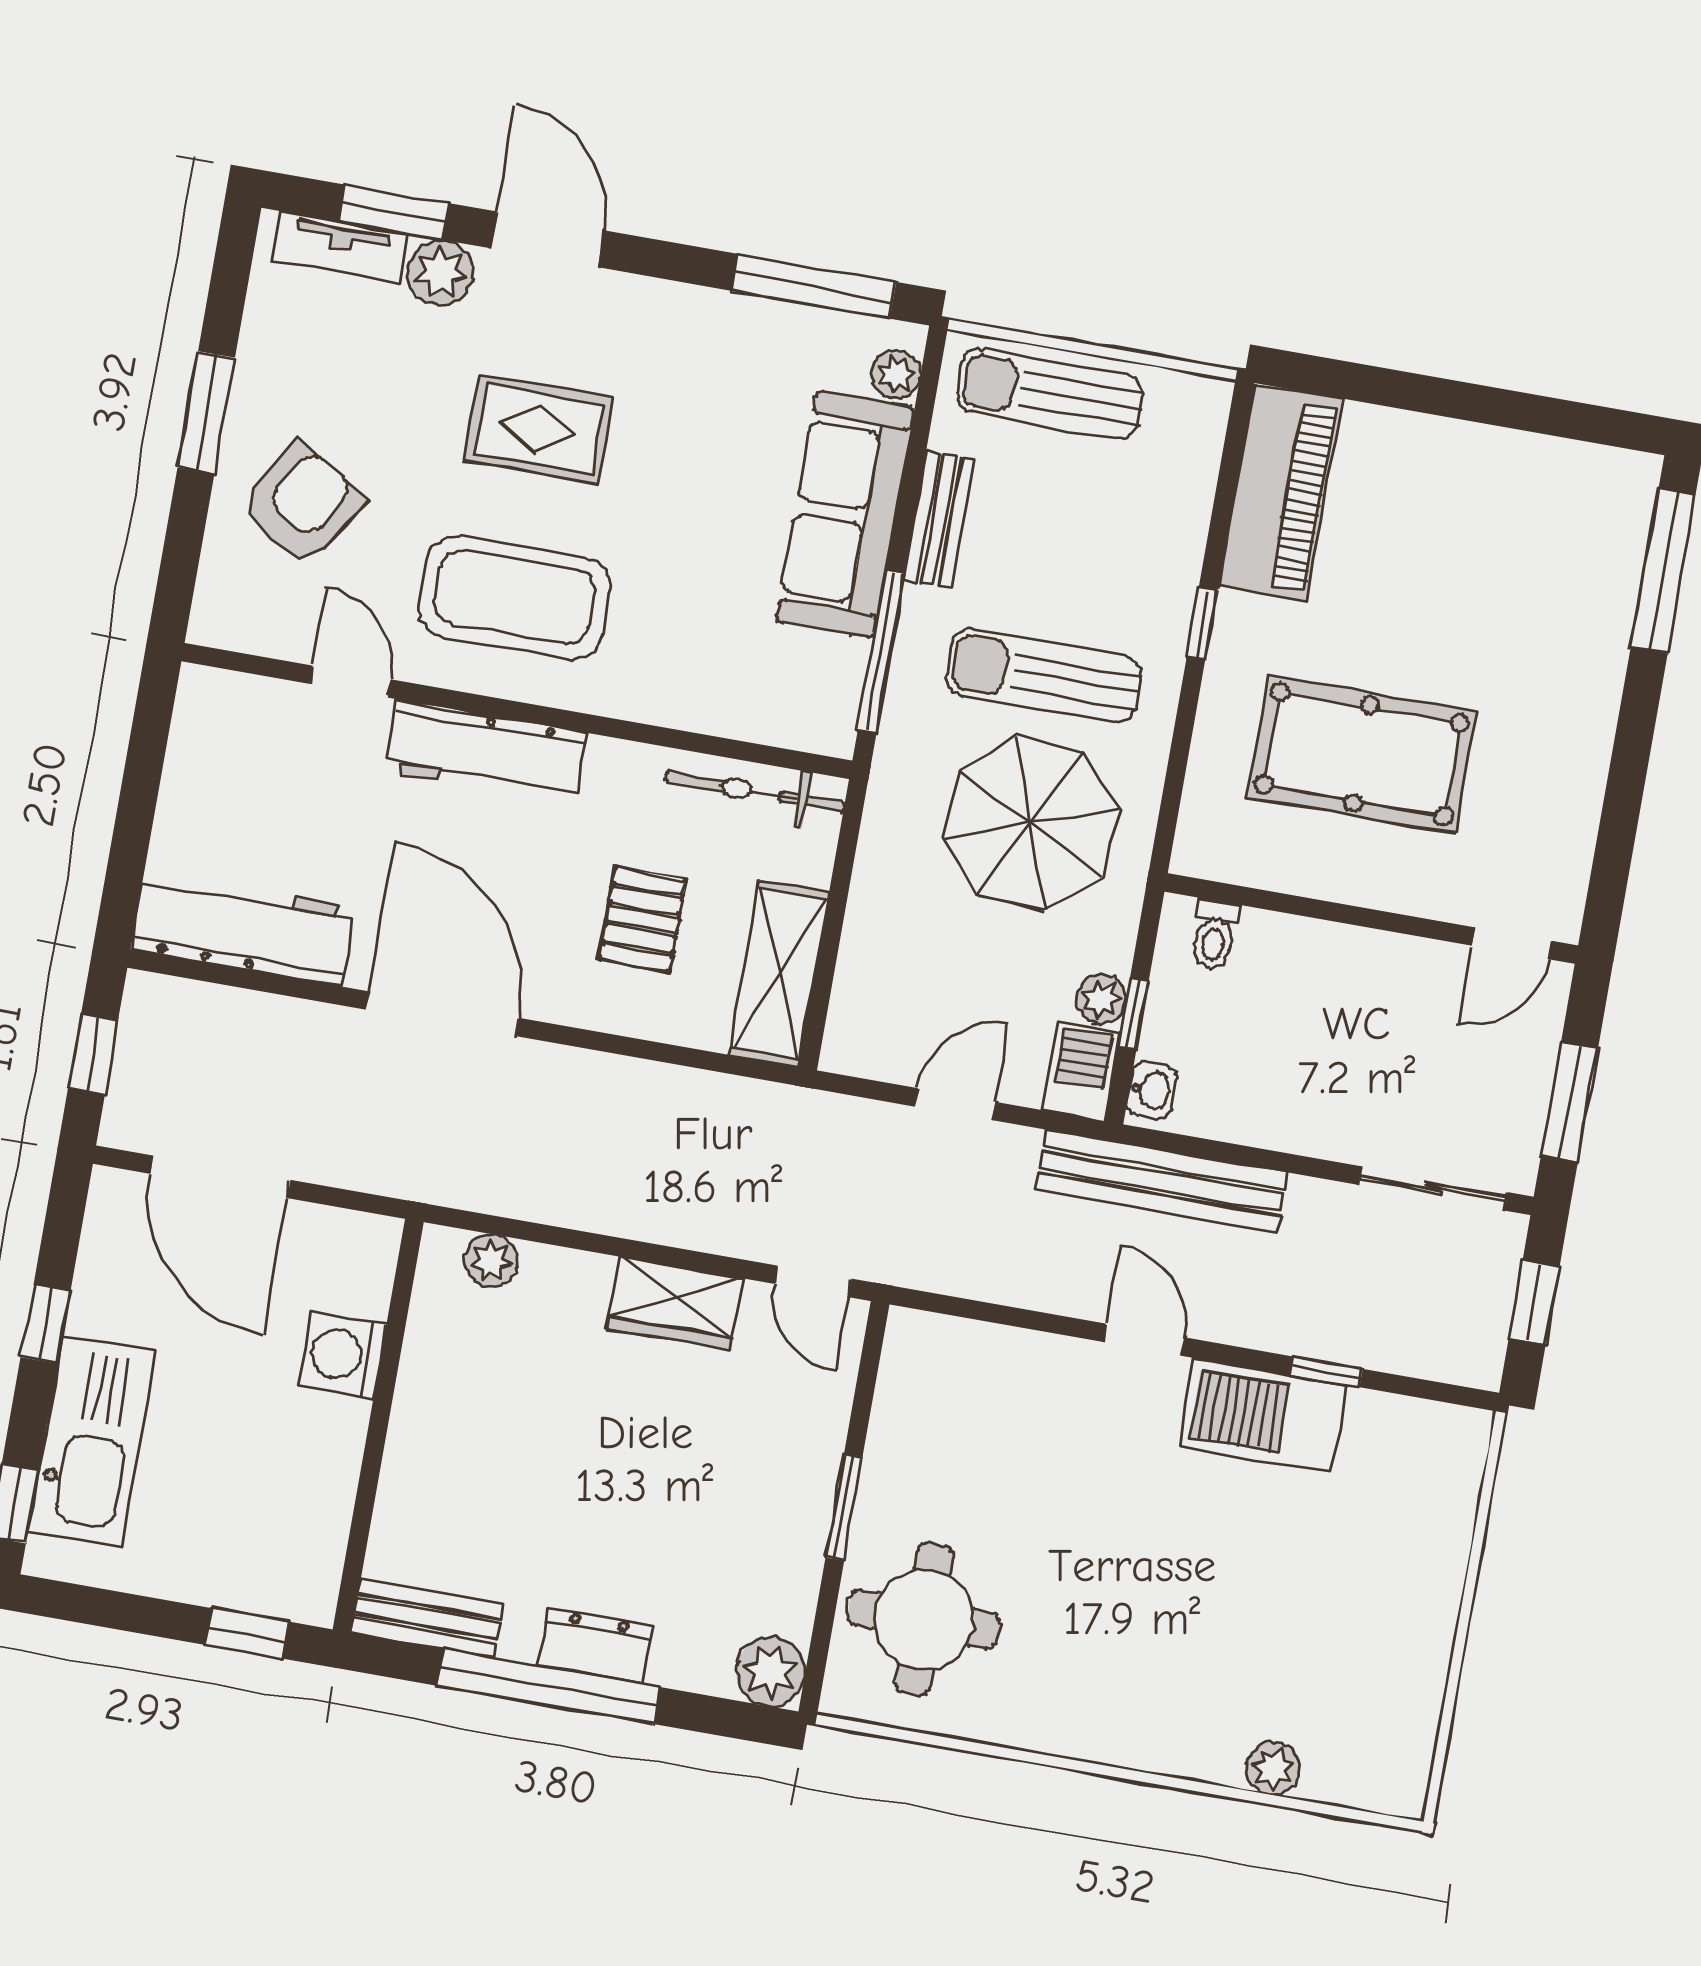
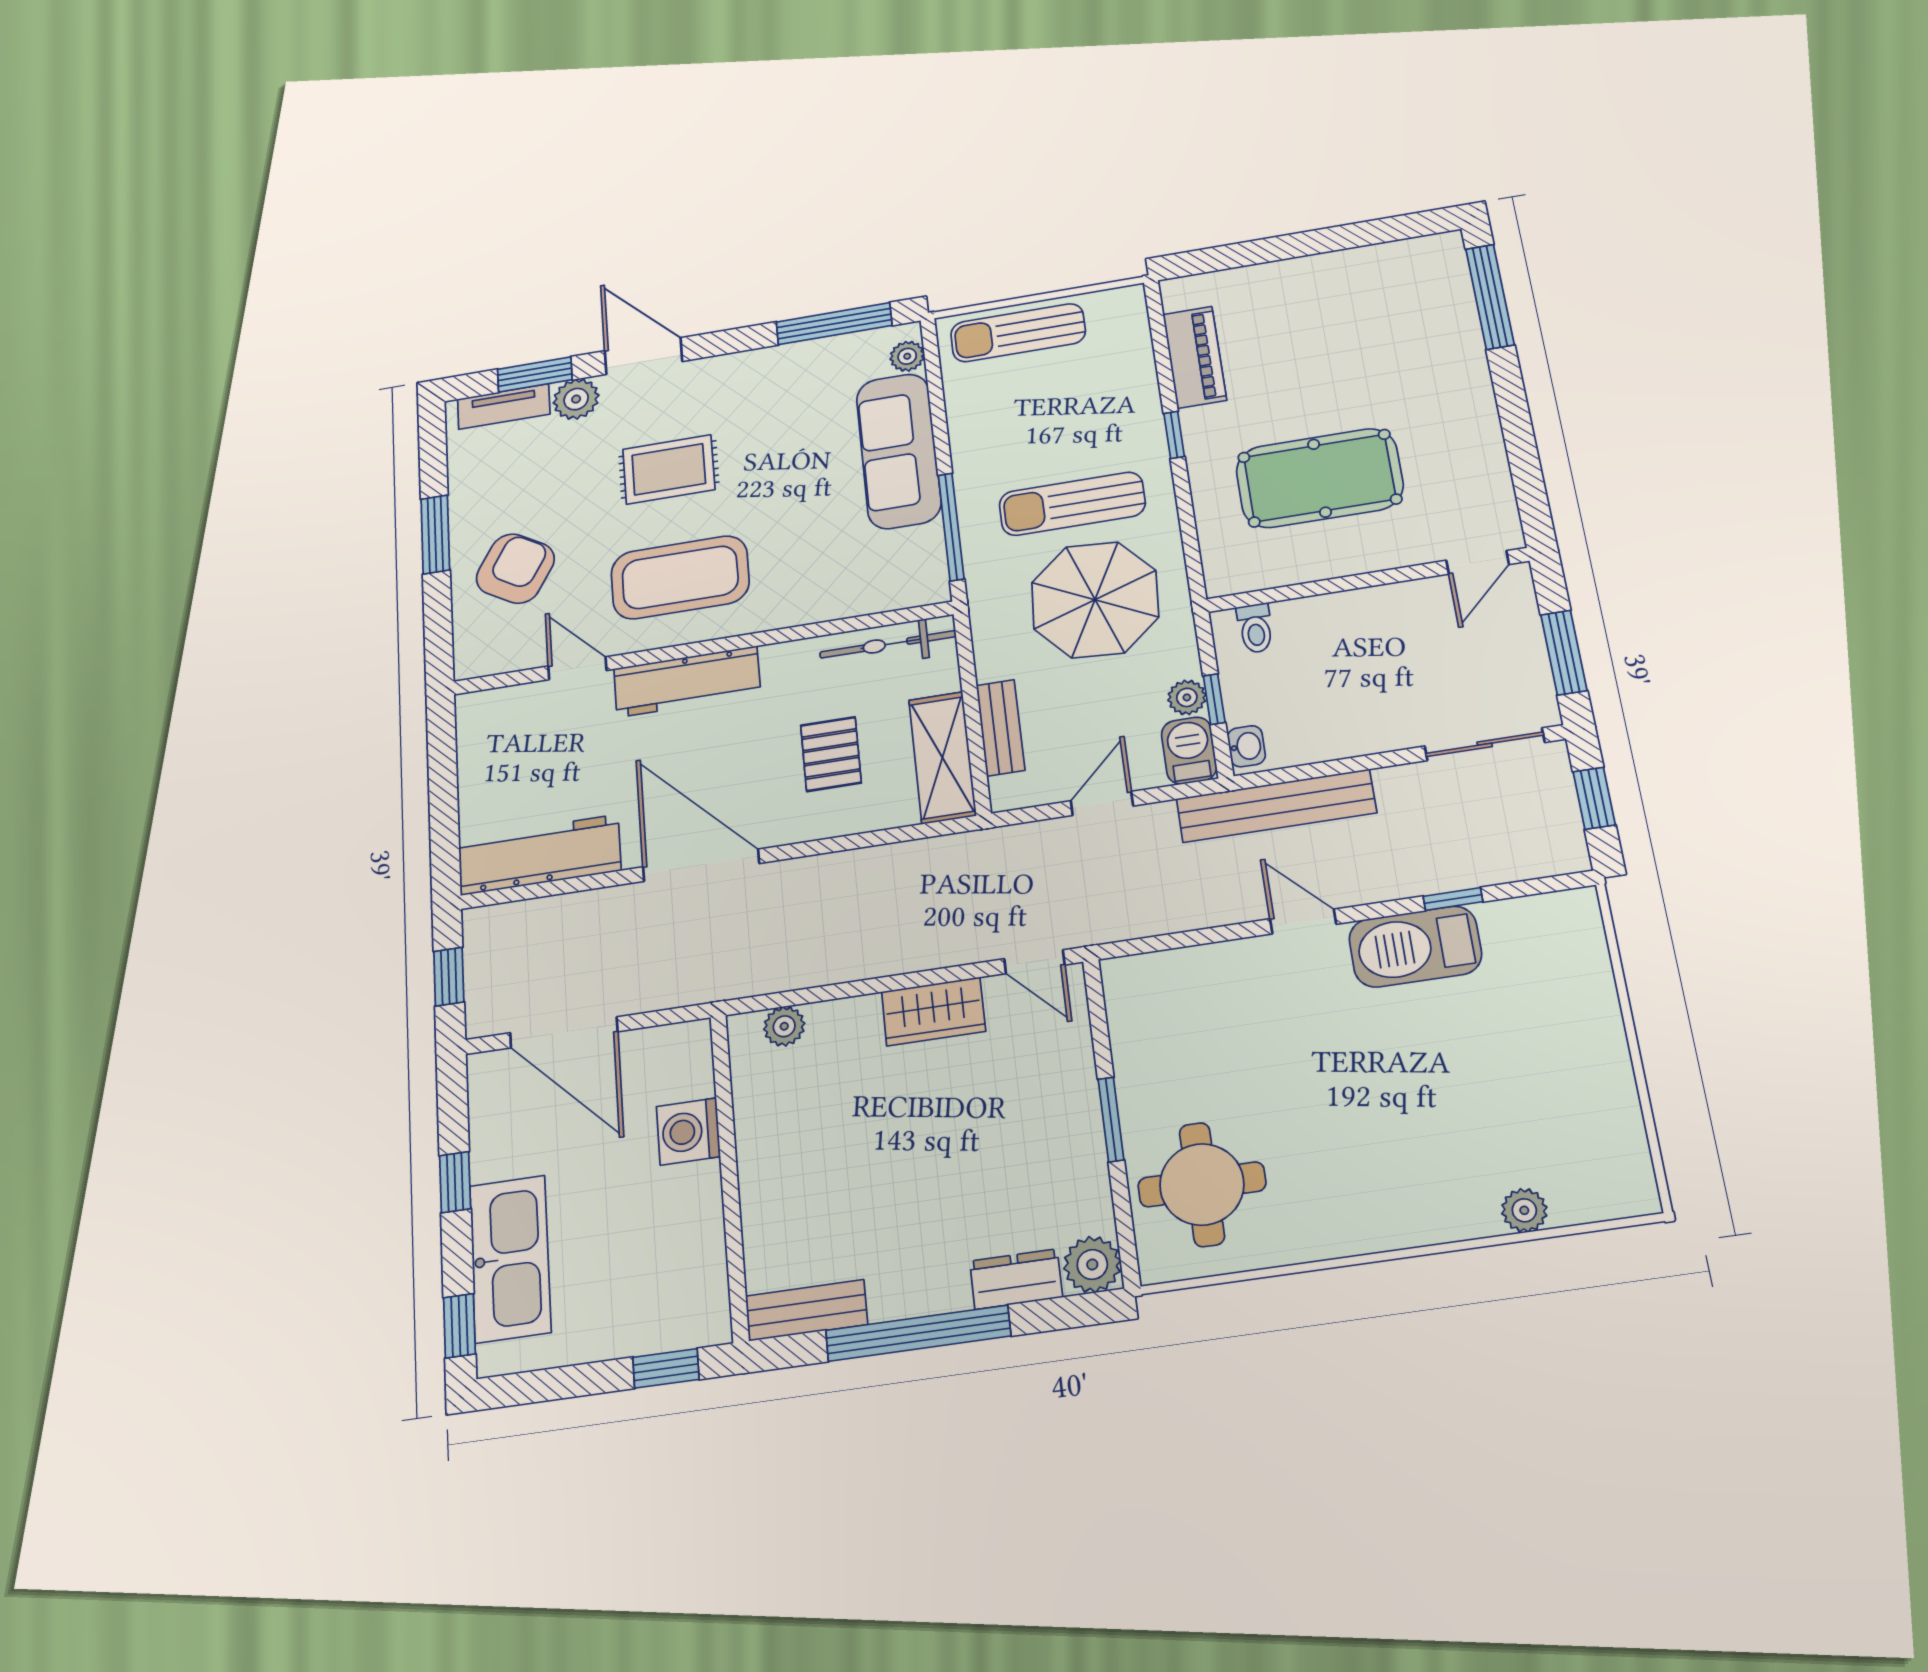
piano: (1280, 493) -> (1195, 357), width x0.73, depth x0.75
bench: (939, 519) -> (1000, 728), moved
dresser: (596, 1646) -> (1016, 1279), moved

